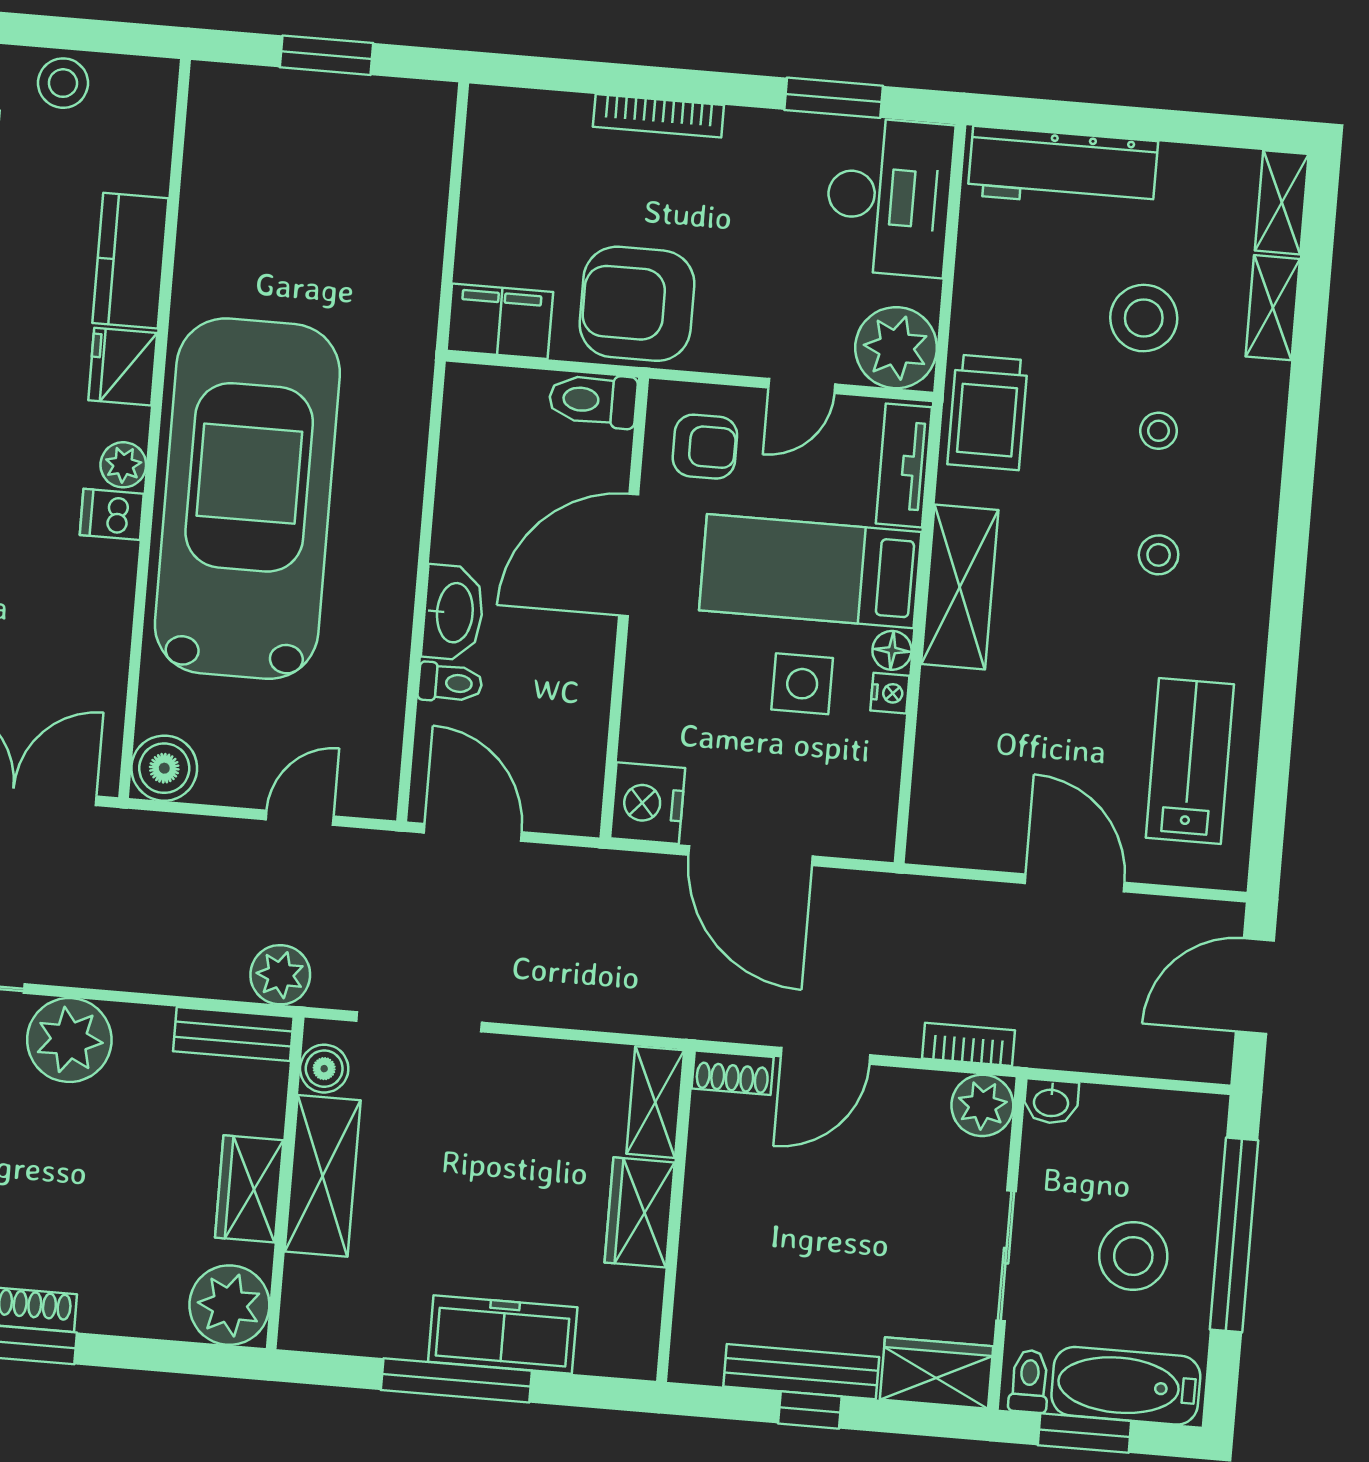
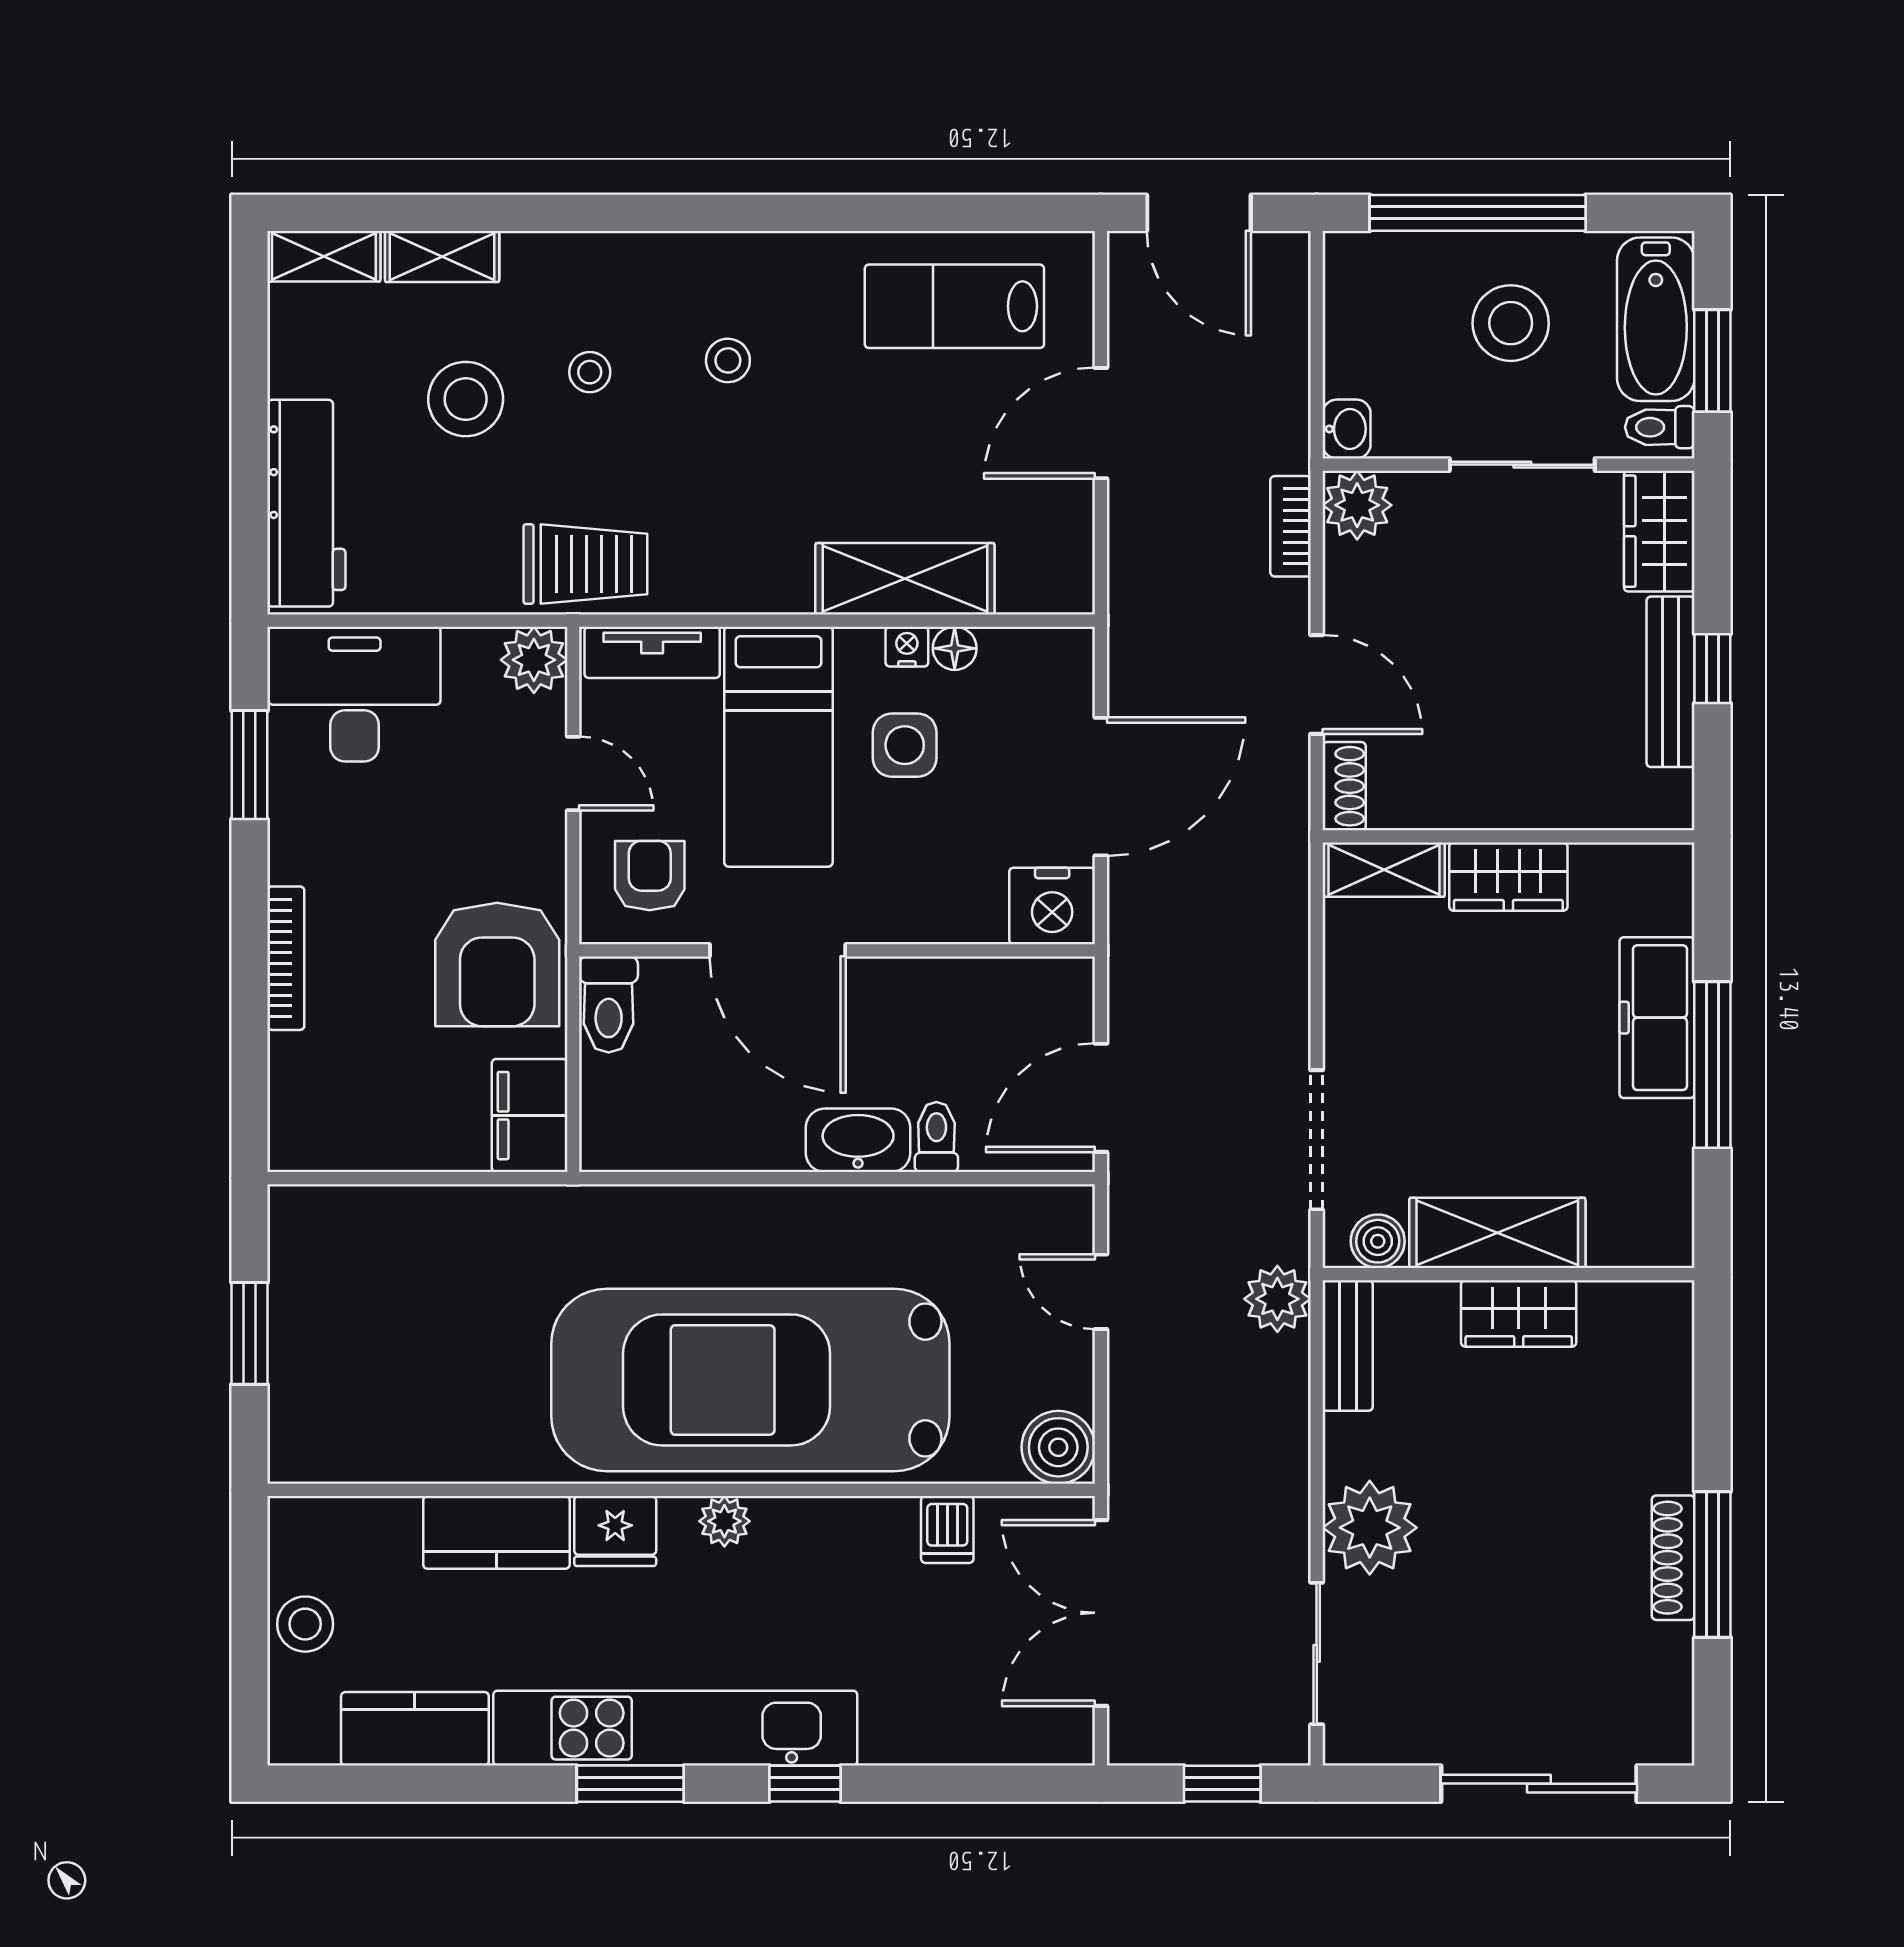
plant: (896, 348) -> (534, 660), width x0.73, depth x0.73
dishwasher: (112, 514) -> (947, 1529), moved
shelving: (960, 587) -> (905, 579), moved
floor lamp: (892, 650) -> (955, 648), moved
plant: (229, 1305) -> (1650, 1325), removed

